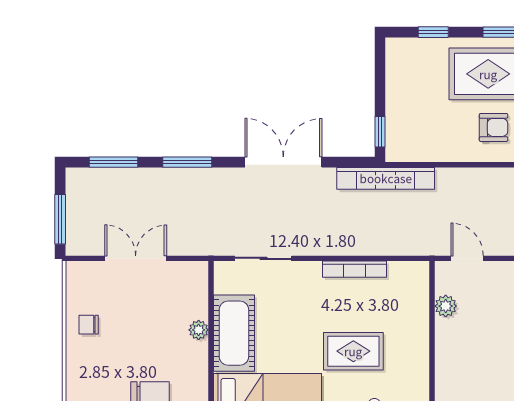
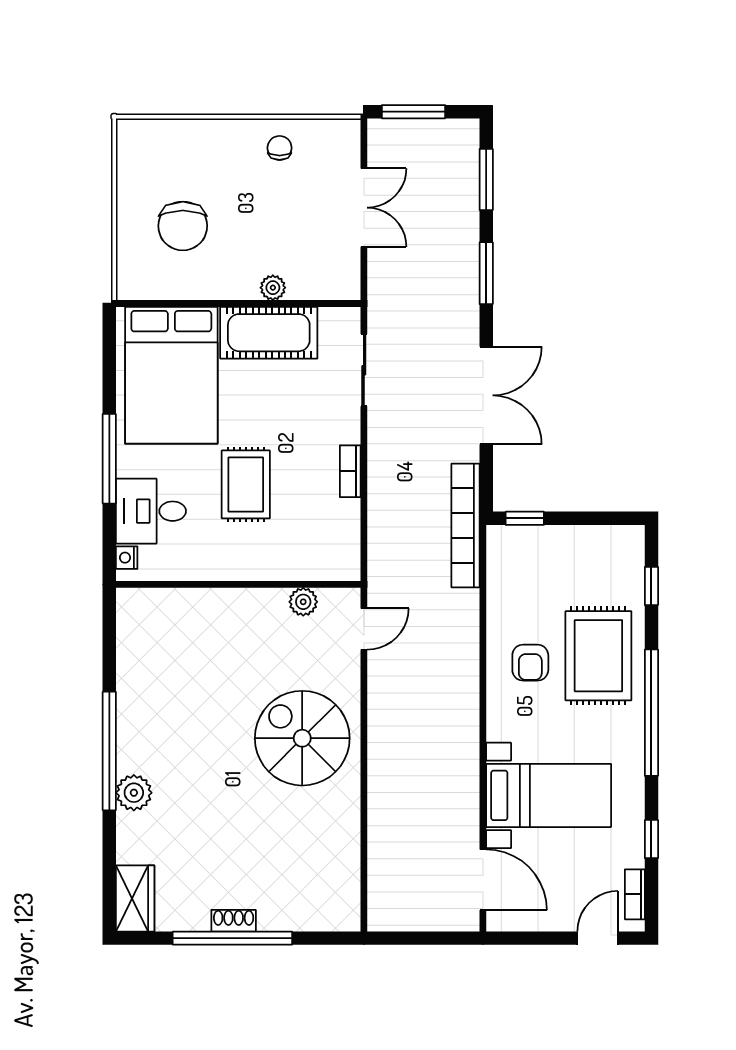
bookcase: (354, 269) -> (350, 471), width x0.64

